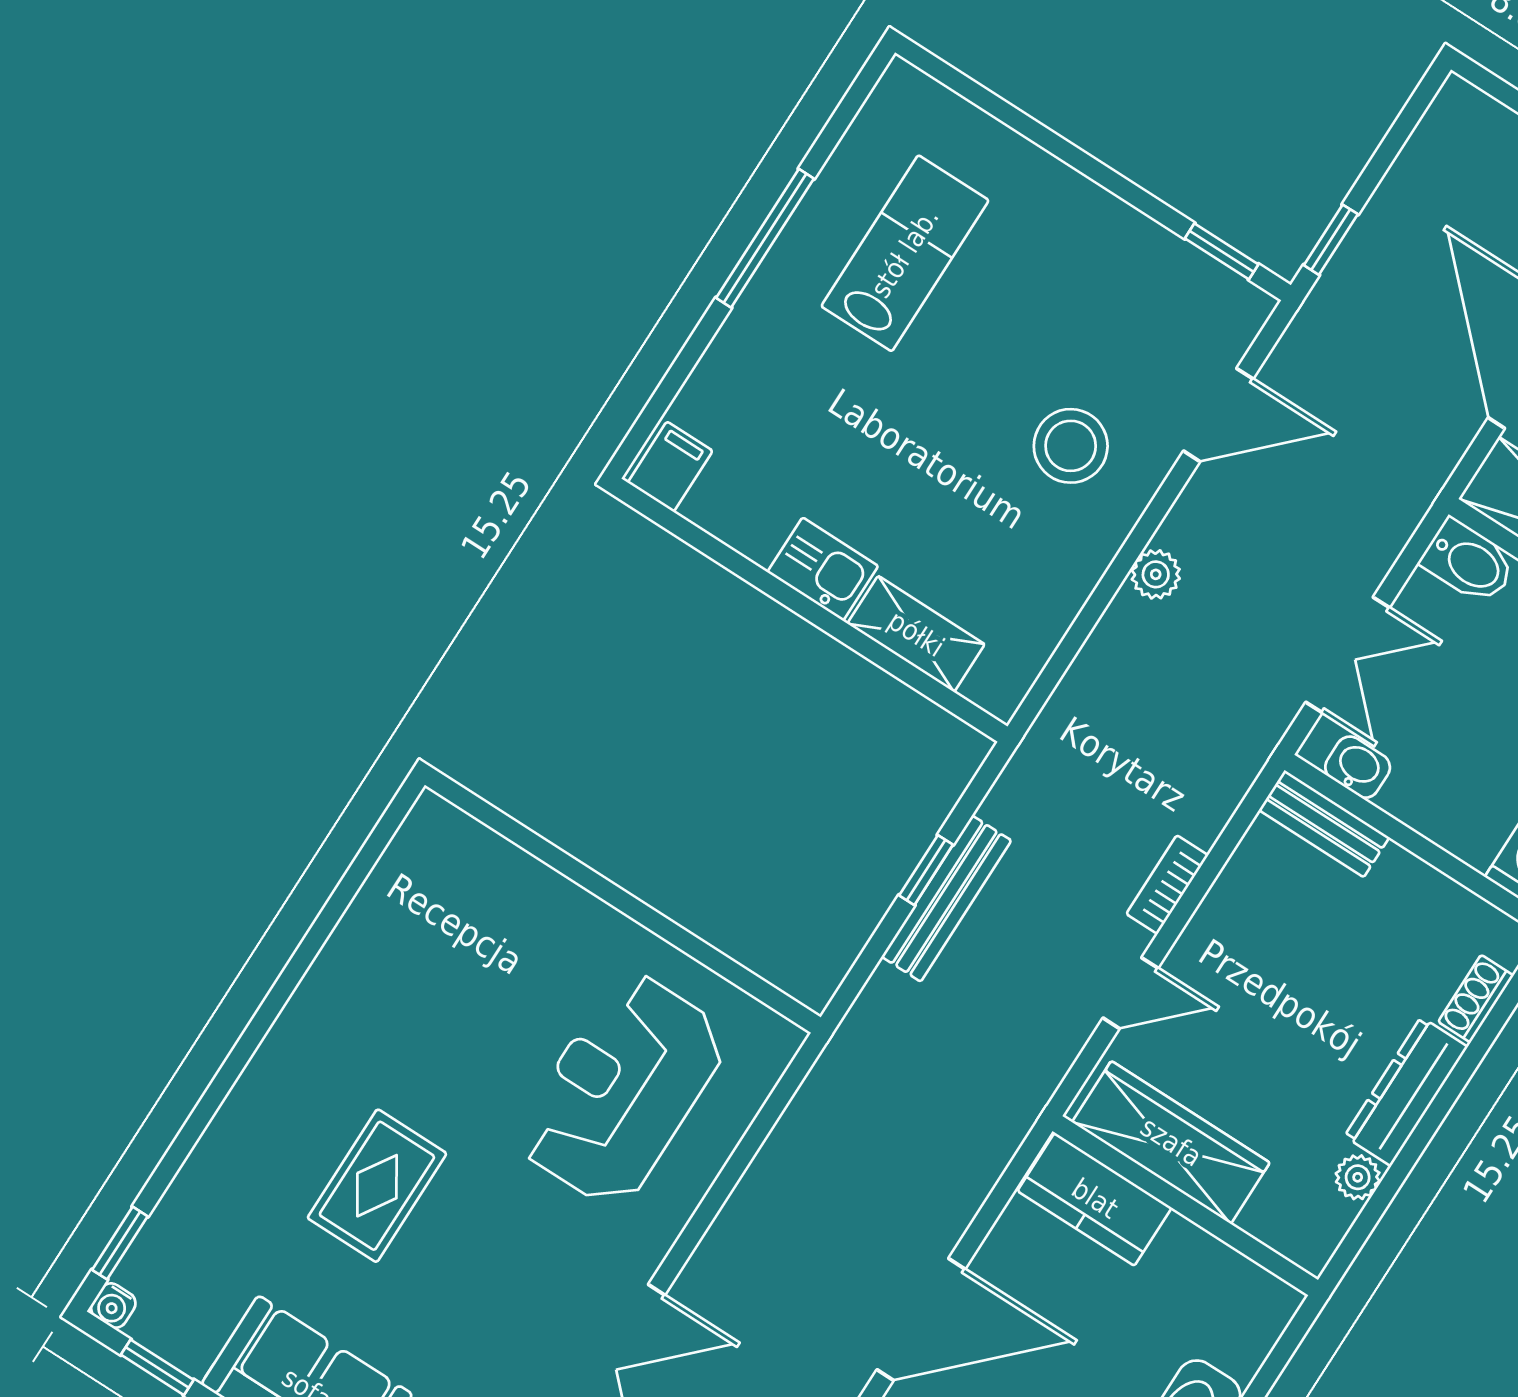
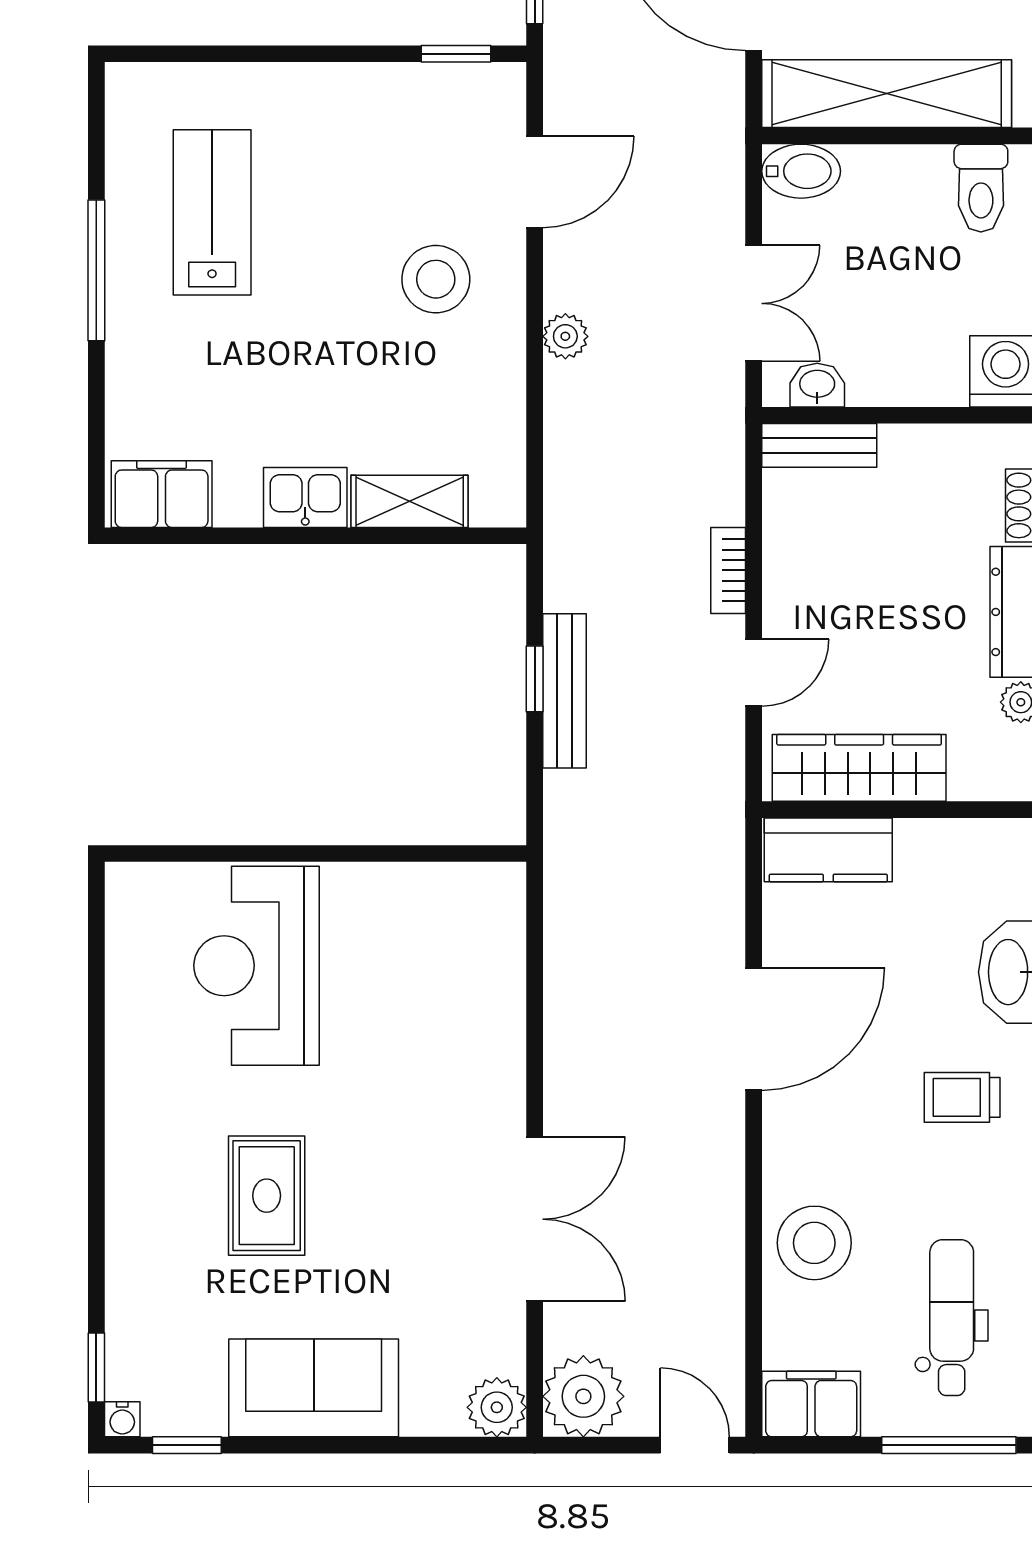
filing cabinet: (670, 467) -> (162, 494), width x2.00
reception desk: (622, 1089) -> (257, 966), moved

